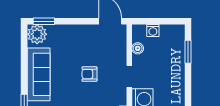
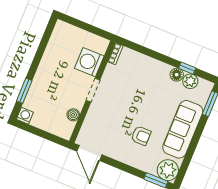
washing machine: (153, 31) -> (25, 116), moved
armchair: (89, 74) -> (141, 136), moved

